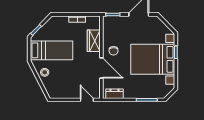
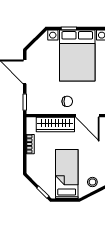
wardrobe: (94, 41) -> (55, 125), width x1.50
door: (101, 68) -> (87, 116), swing flipped

